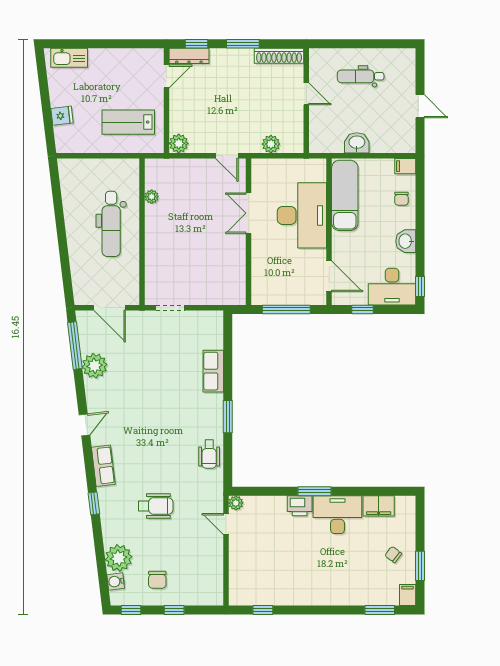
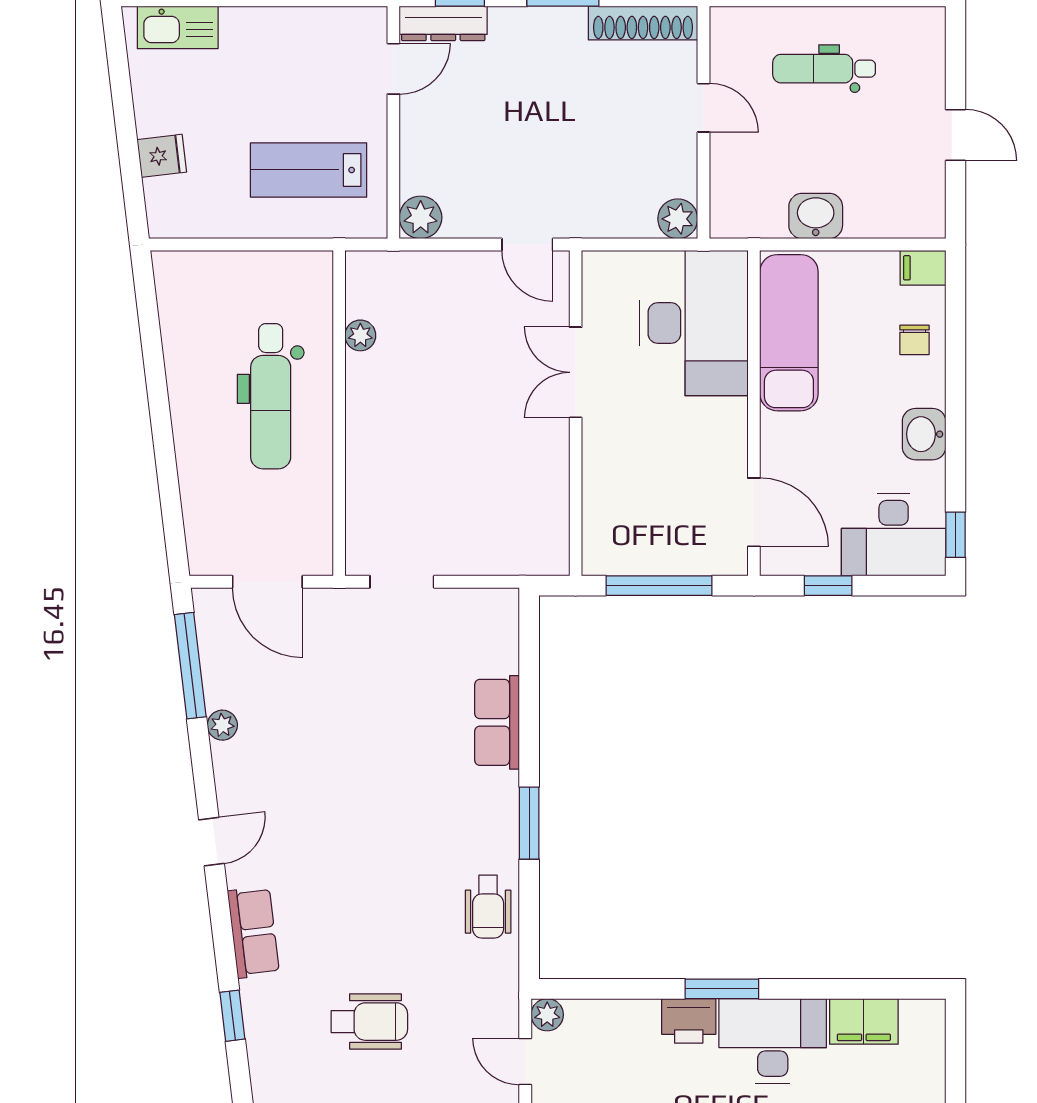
plant: (271, 144) -> (678, 219), moved
desk: (302, 215) -> (694, 323), moved
plant: (95, 366) -> (222, 725), width x0.53, depth x0.53

